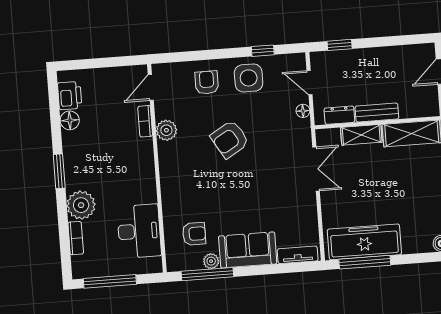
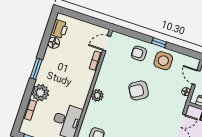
window: (263, 51) -> (159, 43), moved
armchair: (207, 82) -> (139, 53), turned -90
plant: (166, 130) -> (97, 95), moved

